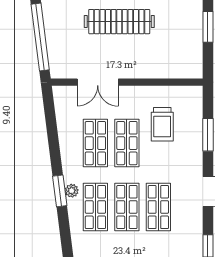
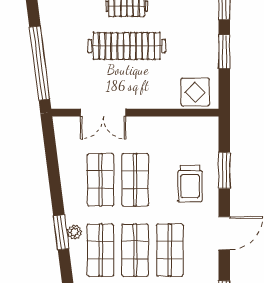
display table: (181, 63) -> (195, 92), added
trolley: (162, 124) -> (190, 184), moved

